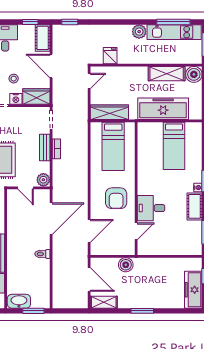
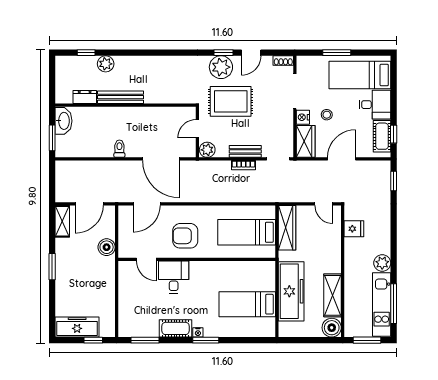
cot: (43, 38) -> (382, 136), moved, turned 90
door: (89, 231) -> (147, 204), hinge flipped

